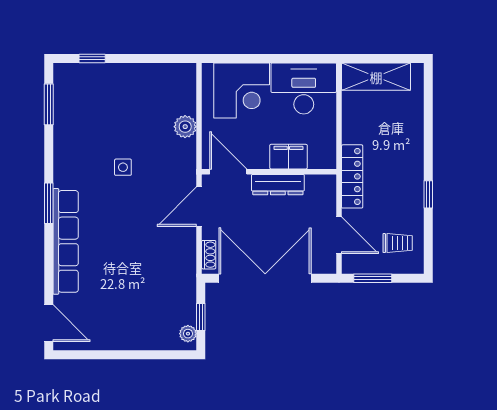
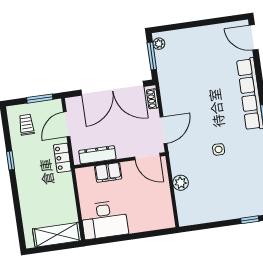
corner desk: (242, 90) -> (146, 212), removed
locker: (352, 176) -> (62, 158), width x0.66
dresser: (278, 185) -> (97, 155), moved
door: (339, 235) -> (67, 124), hinge flipped
trolley: (398, 243) -> (26, 125), turned 90
window: (201, 317) -> (152, 56), width x1.50

